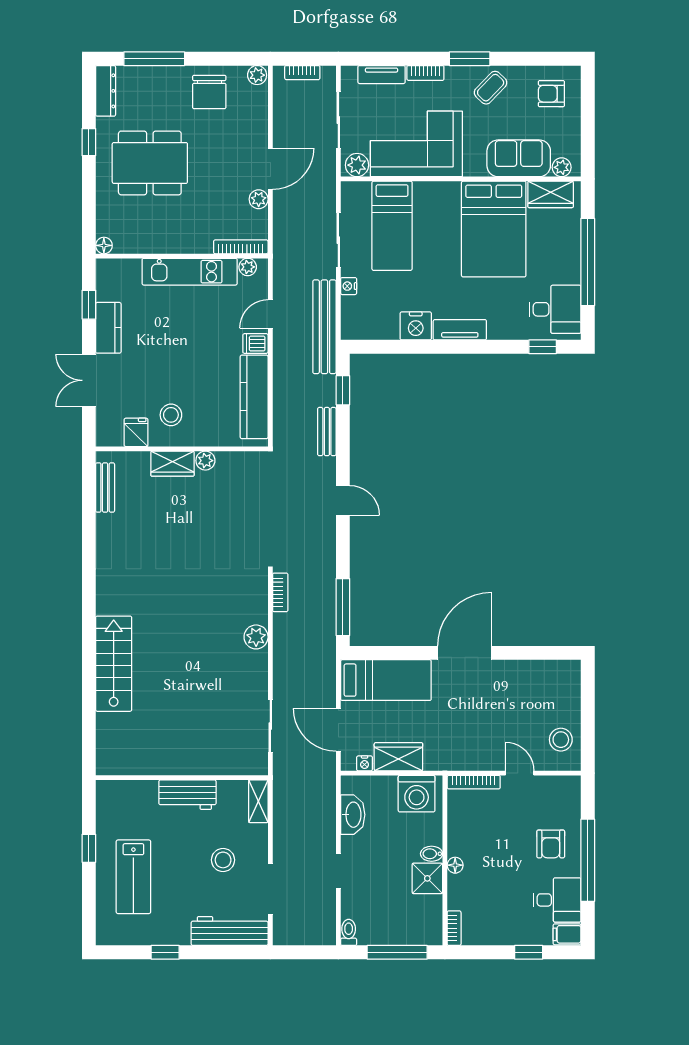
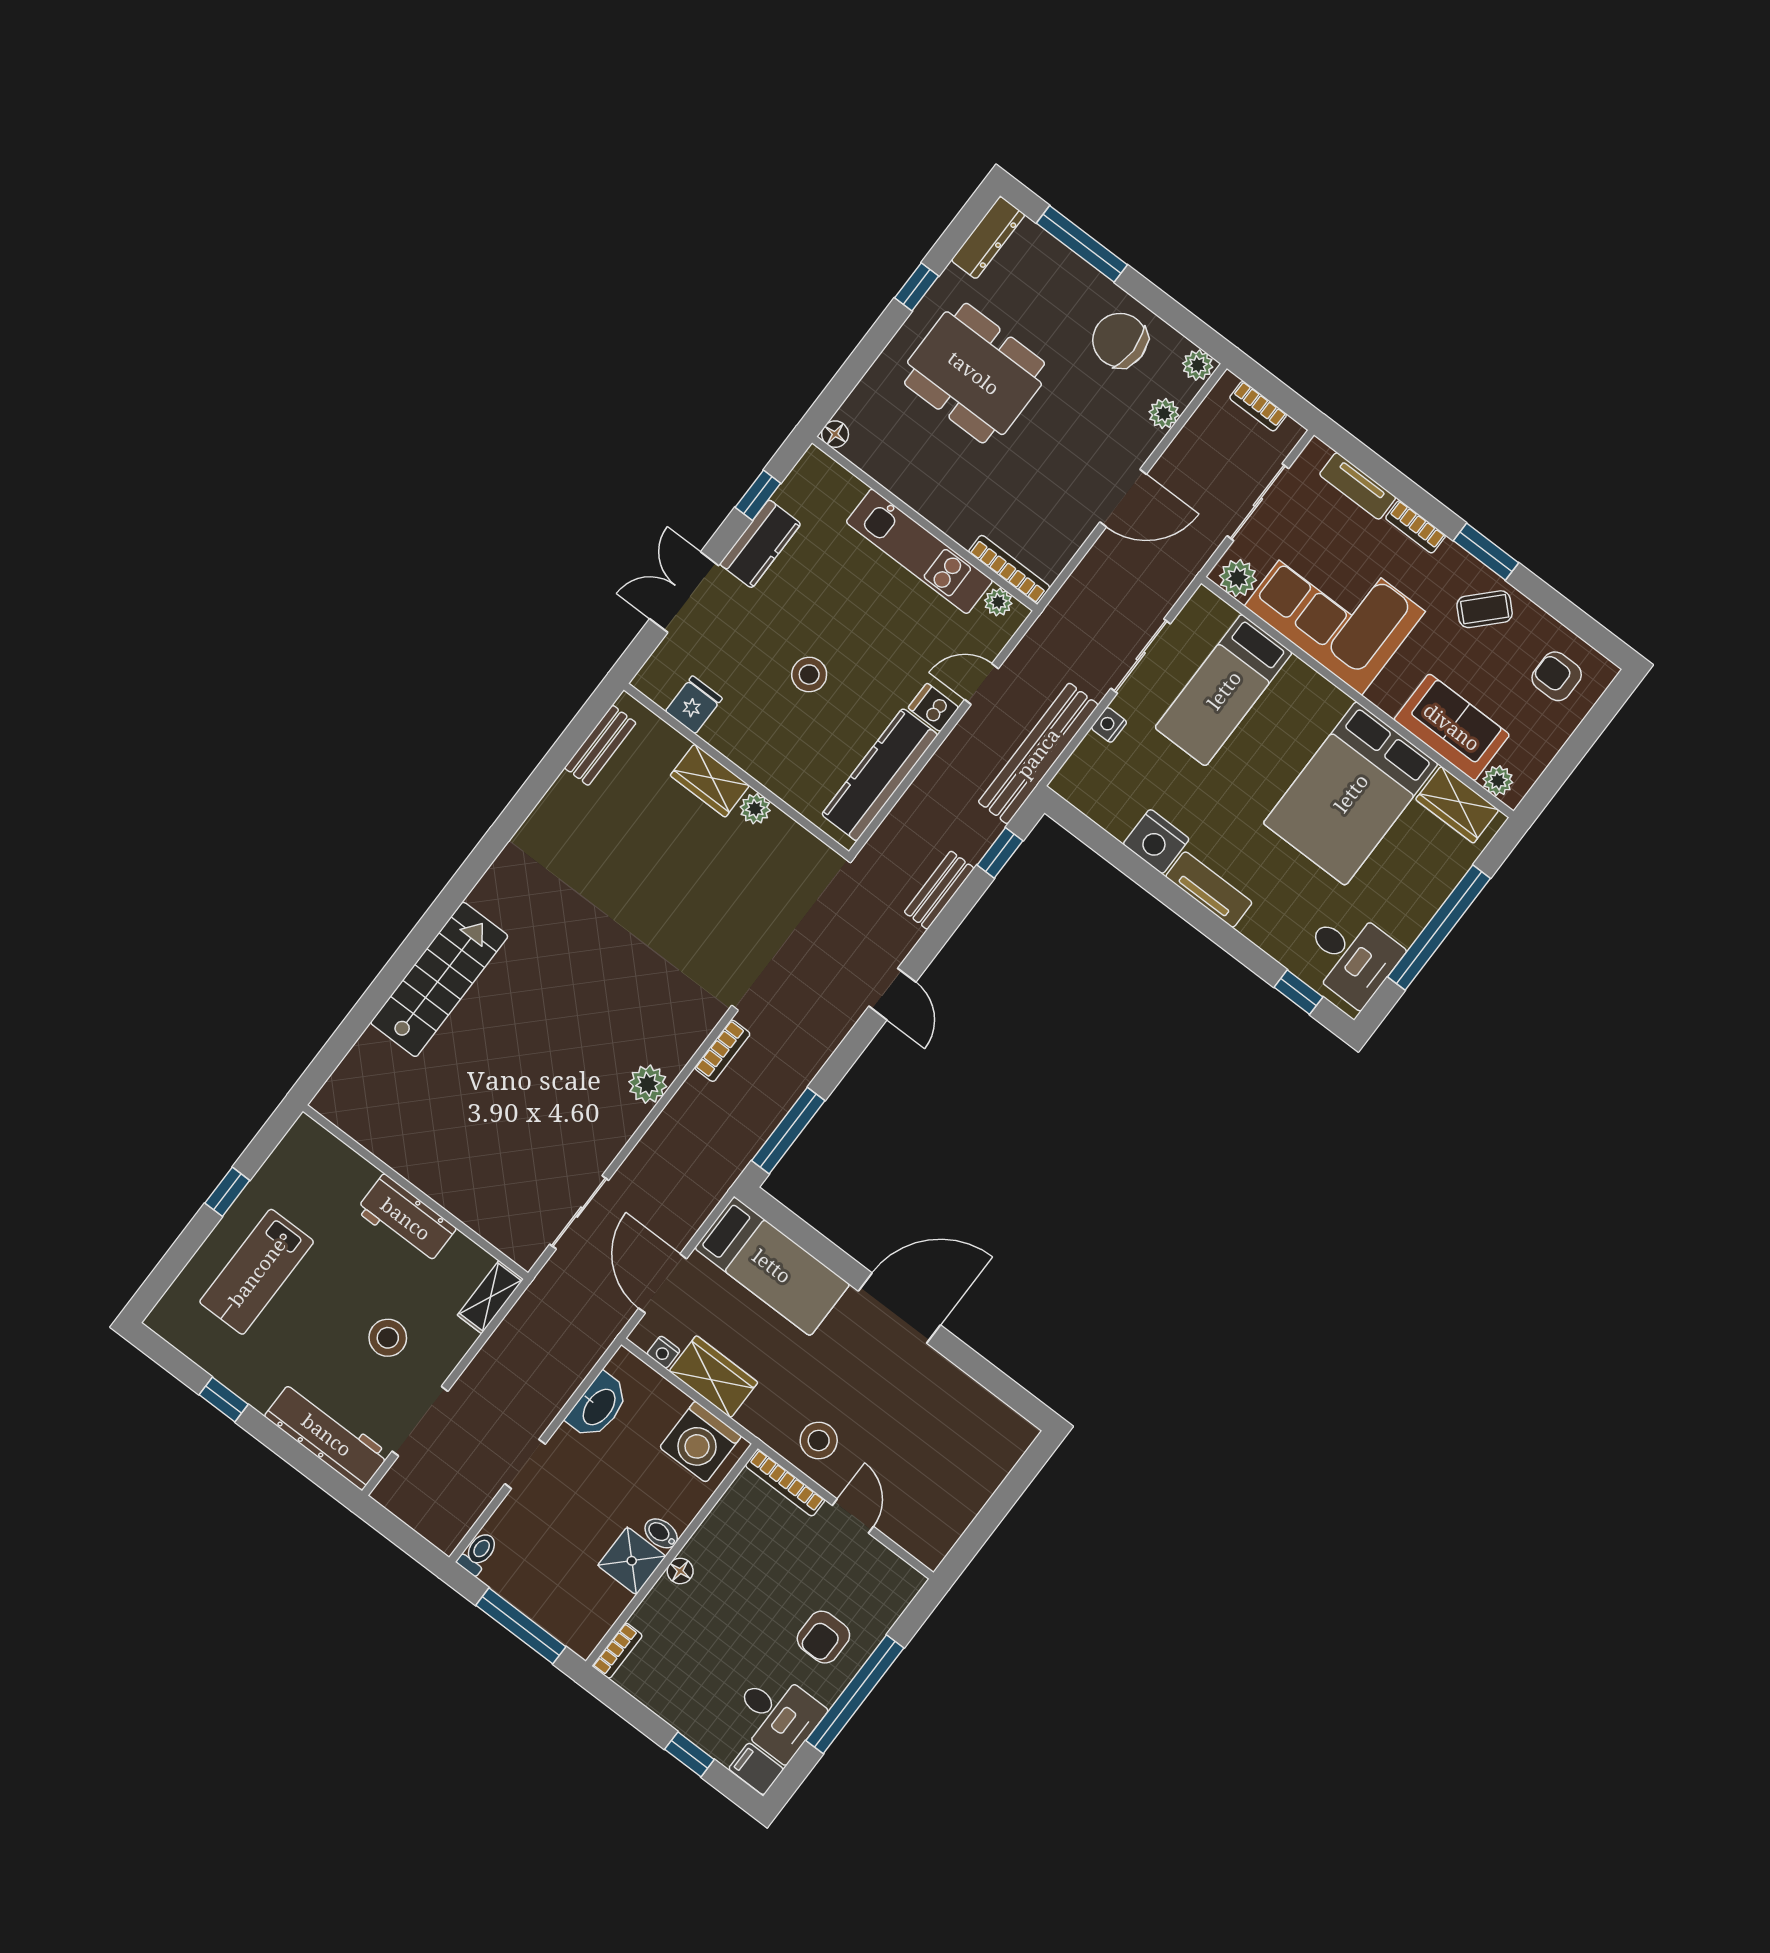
chair: (209, 92) -> (1120, 340), turned 90
plant: (259, 199) -> (1164, 414), moved
stool: (171, 415) -> (809, 675), moved
stool: (561, 740) -> (819, 1440), moved

